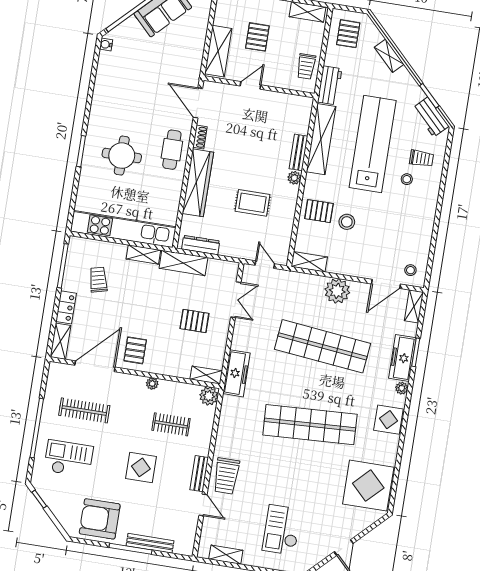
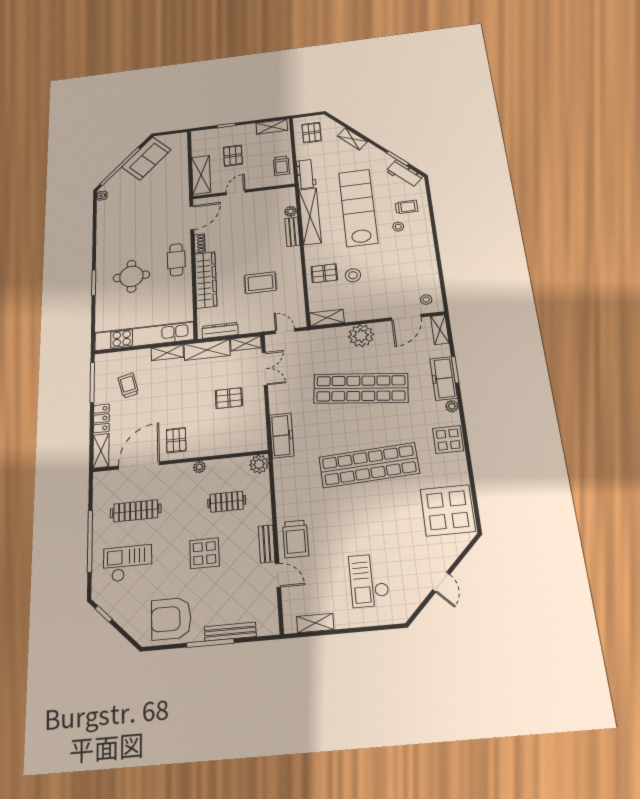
door: (198, 103) -> (192, 218), swing flipped
plant: (294, 178) -> (291, 211), moved
shelving: (206, 375) -> (246, 343), moved

